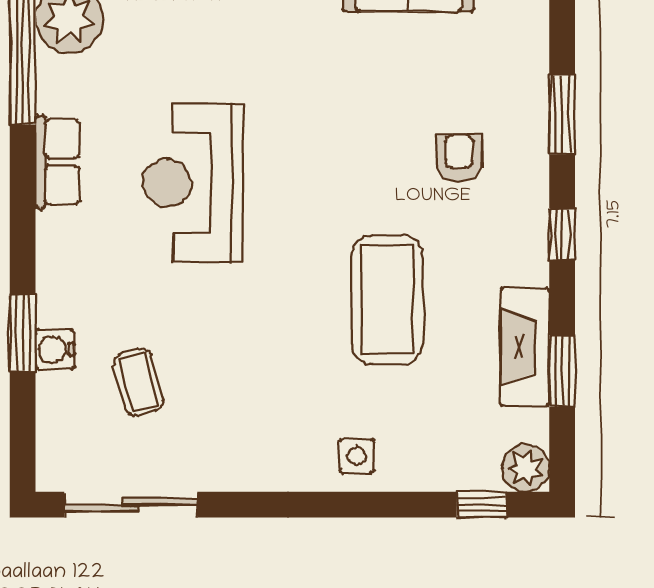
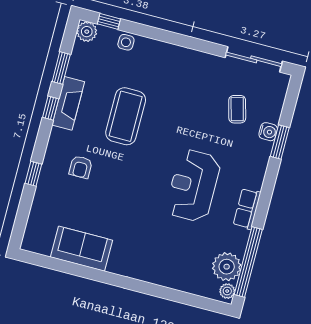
window: (562, 114) -> (33, 174), width x0.67
reception desk: (193, 183) -> (193, 186), turned 180
window: (562, 234) -> (51, 108), moved
fireplace: (525, 347) -> (68, 103), moved
side table: (357, 456) -> (126, 42), moved

